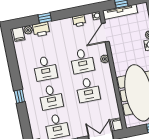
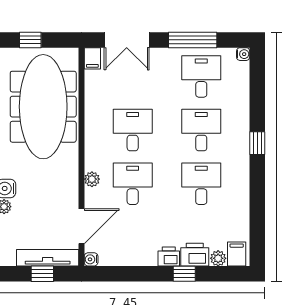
printer: (79, 21) -> (169, 257), moved

